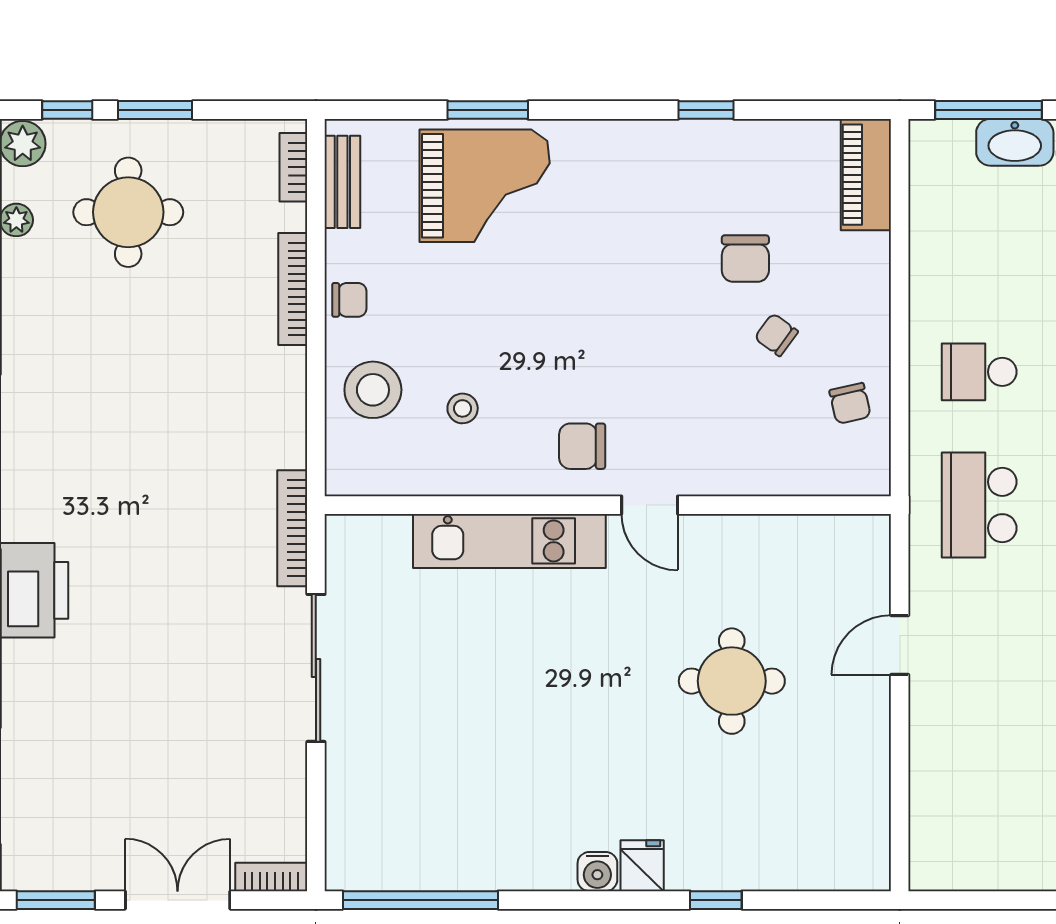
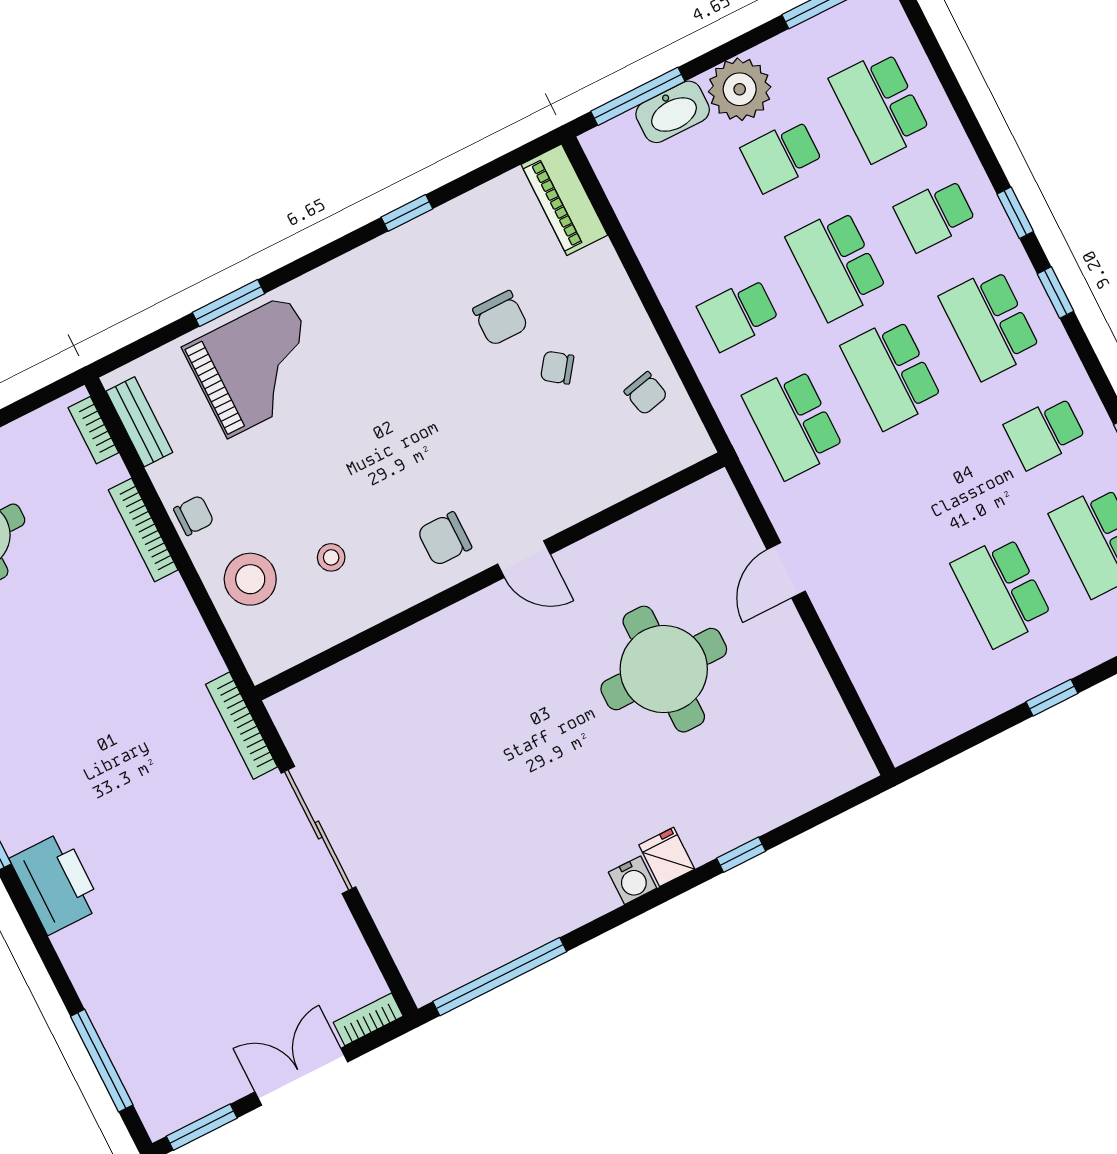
kitchen unit: (509, 541) -> (424, 646), removed
round table: (732, 681) -> (664, 669), width x1.36, depth x1.36

